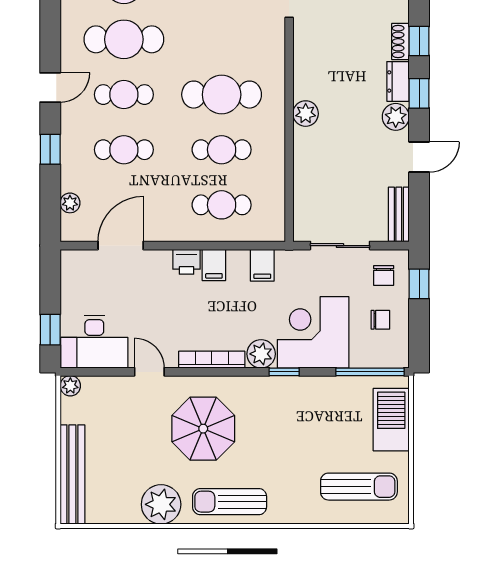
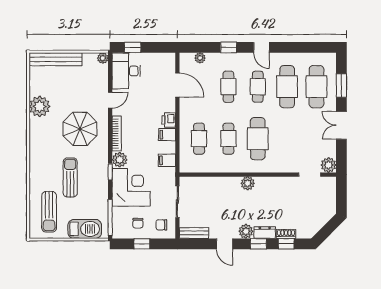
window: (419, 284) -> (142, 244), moved
sun lounger: (230, 502) -> (70, 177), moved

